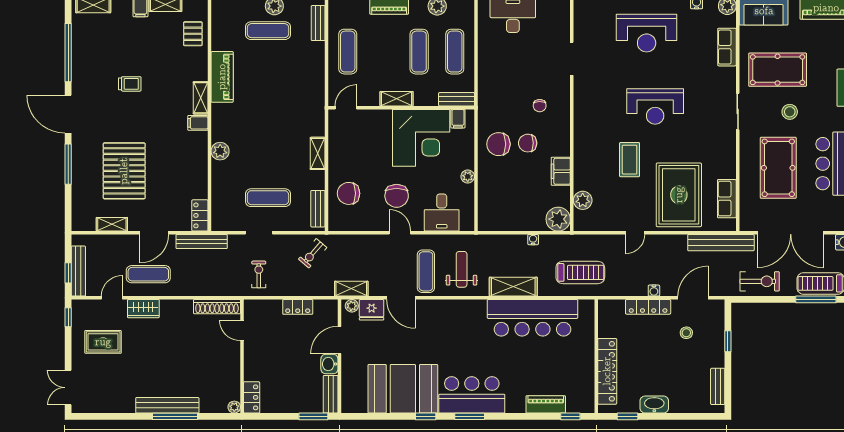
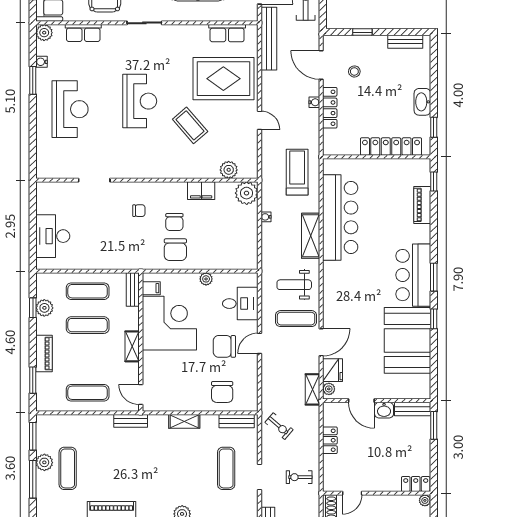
bench: (318, 23) -> (131, 421), moved
coffee table: (630, 160) -> (190, 125), turned 49
chair: (397, 196) -> (224, 346), turned 180

